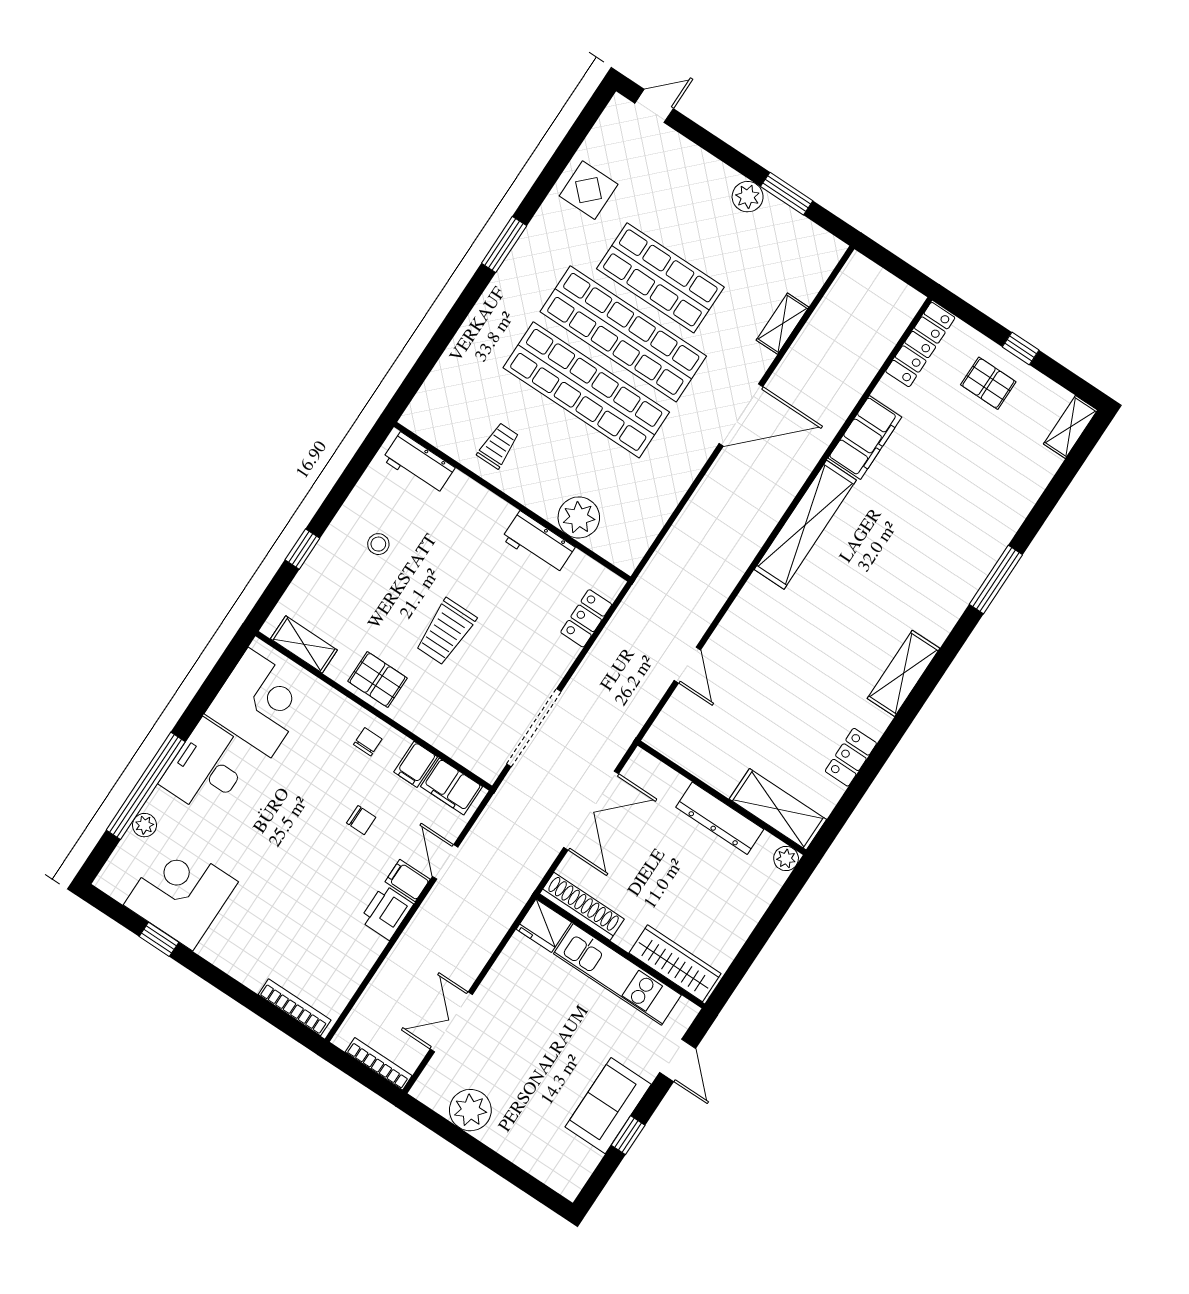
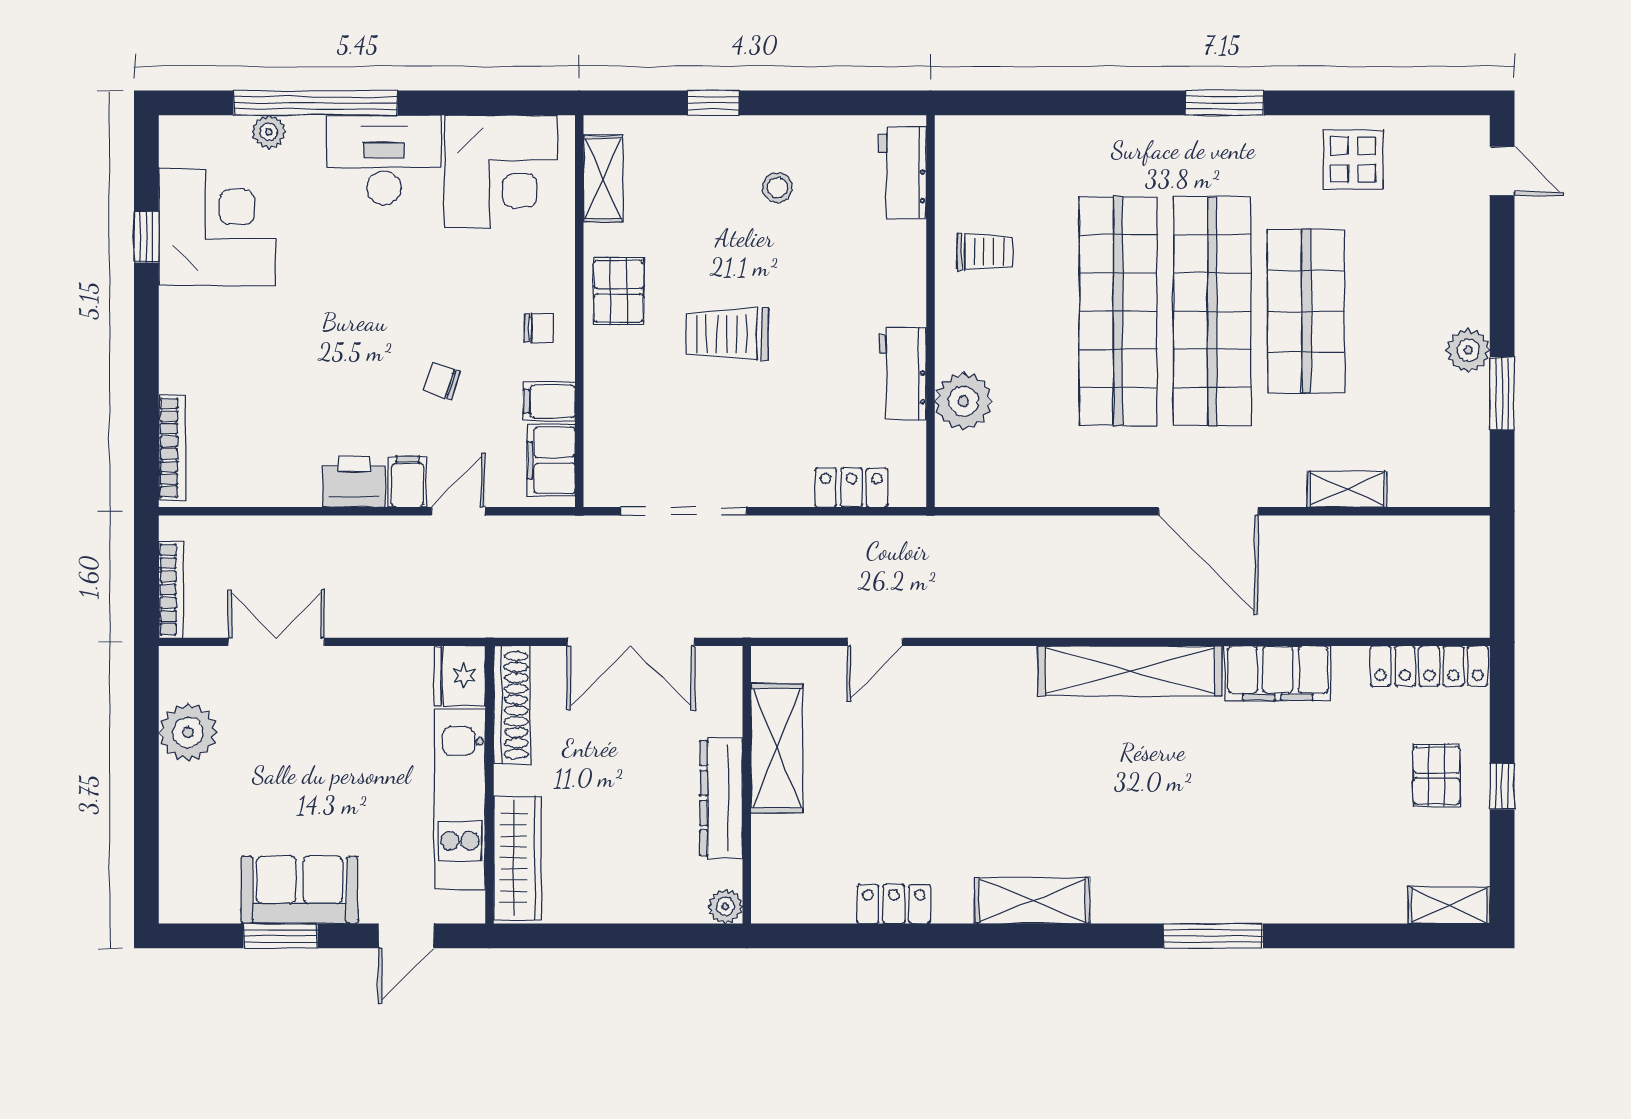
shelving: (778, 809) -> (777, 748), moved
chair: (361, 820) -> (442, 381), turned 109
window: (628, 1135) -> (280, 936), width x1.50

